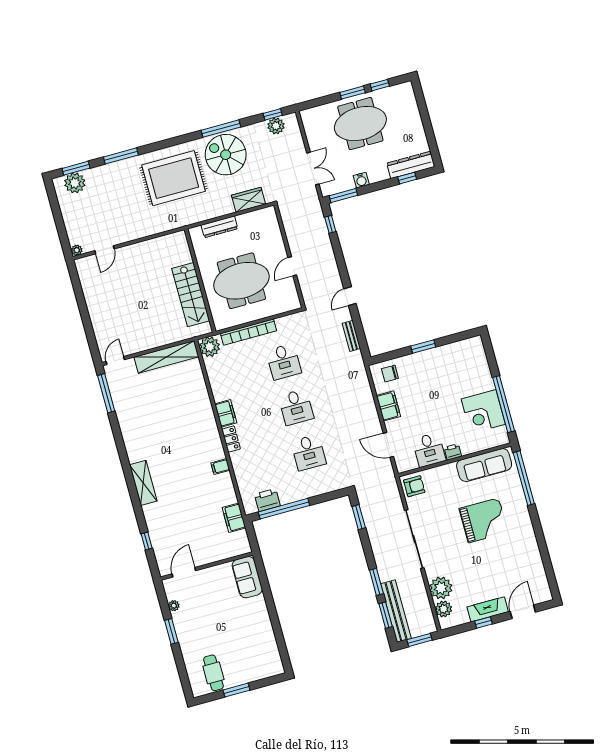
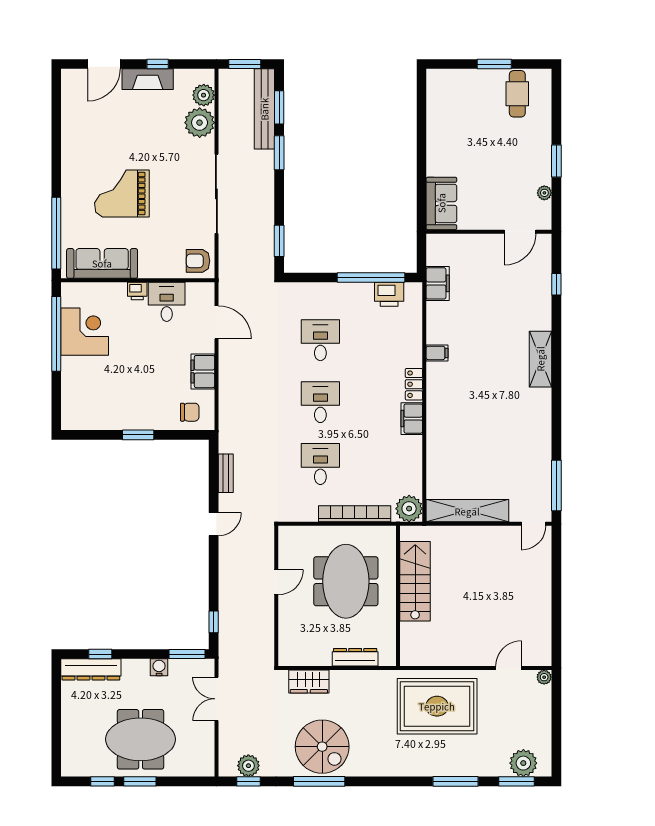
rug: (174, 178) -> (437, 706), moved
meeting table: (241, 281) -> (346, 581), turned 90

